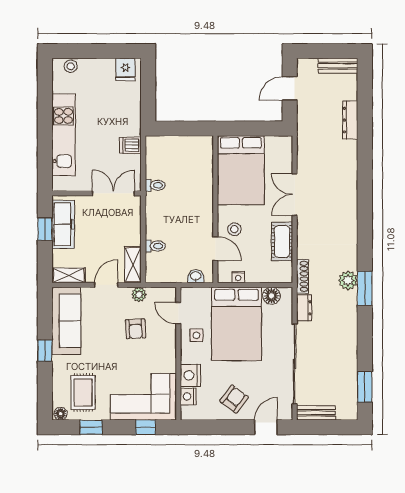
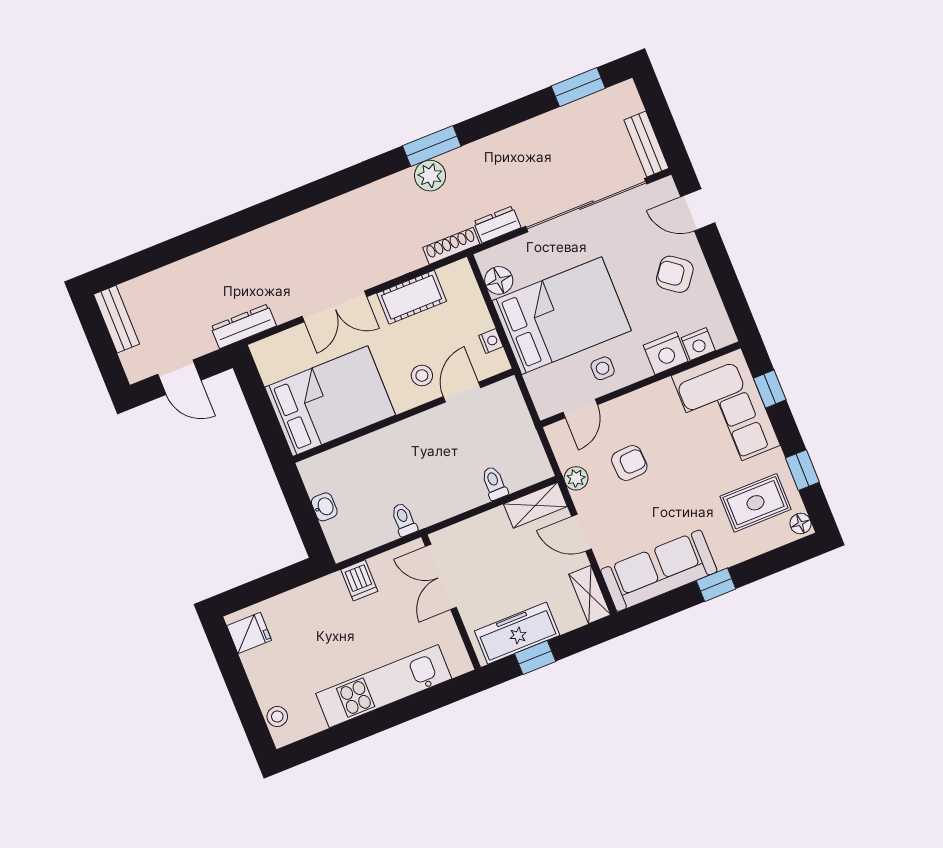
dresser: (350, 120) -> (244, 326), moved, turned 180
washbasin: (196, 276) -> (324, 507), moved, turned 180

